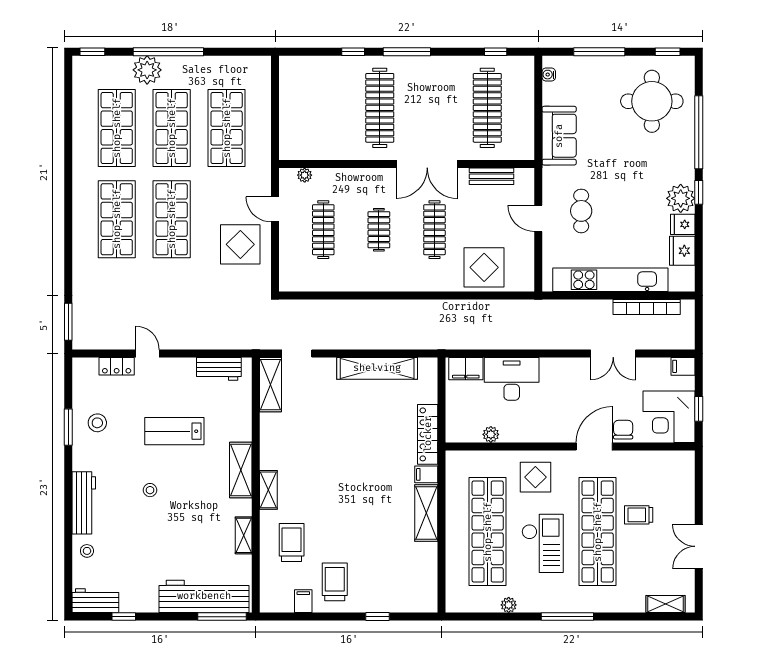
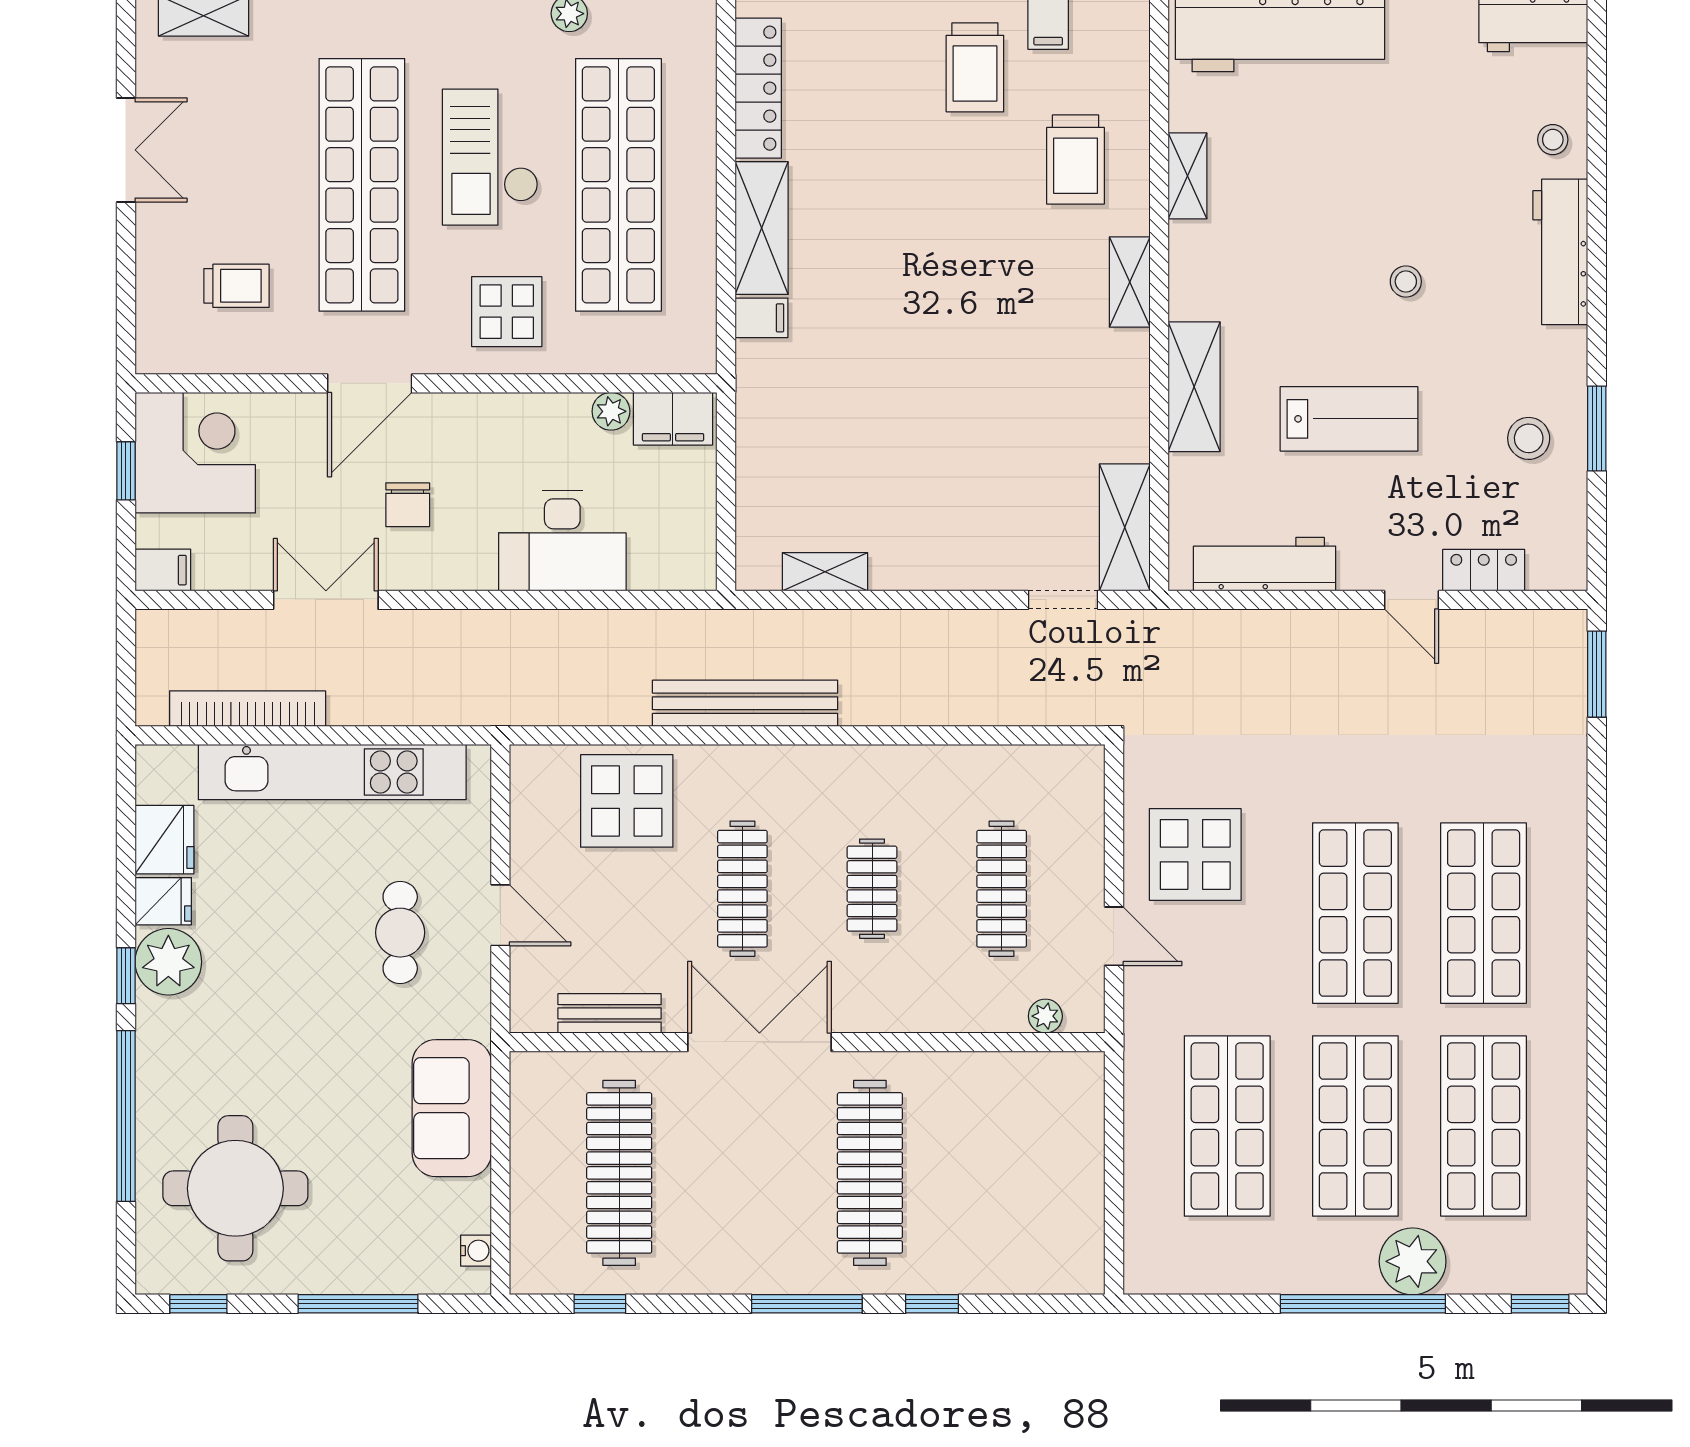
bench: (433, 309) -> (745, 703), added
shelving: (377, 368) -> (825, 572), width x0.45, depth x0.75
workbench: (219, 369) -> (1265, 564), width x1.38
filing cabinet: (466, 369) -> (673, 419), moved, turned 180
chair: (623, 430) -> (408, 505), moved
locker: (428, 434) -> (758, 88), moved
shelving: (241, 470) -> (1194, 387), moved
trolley: (639, 515) -> (236, 286), moved

